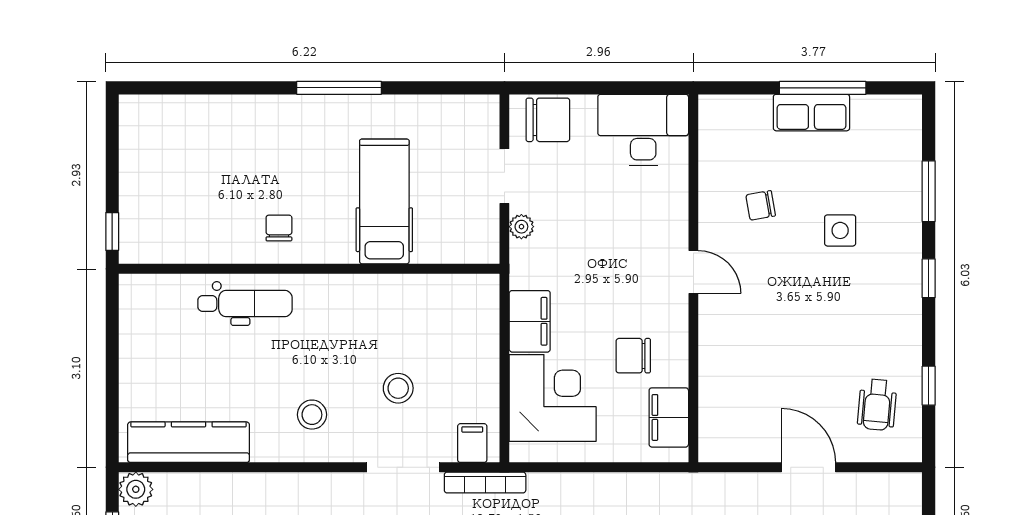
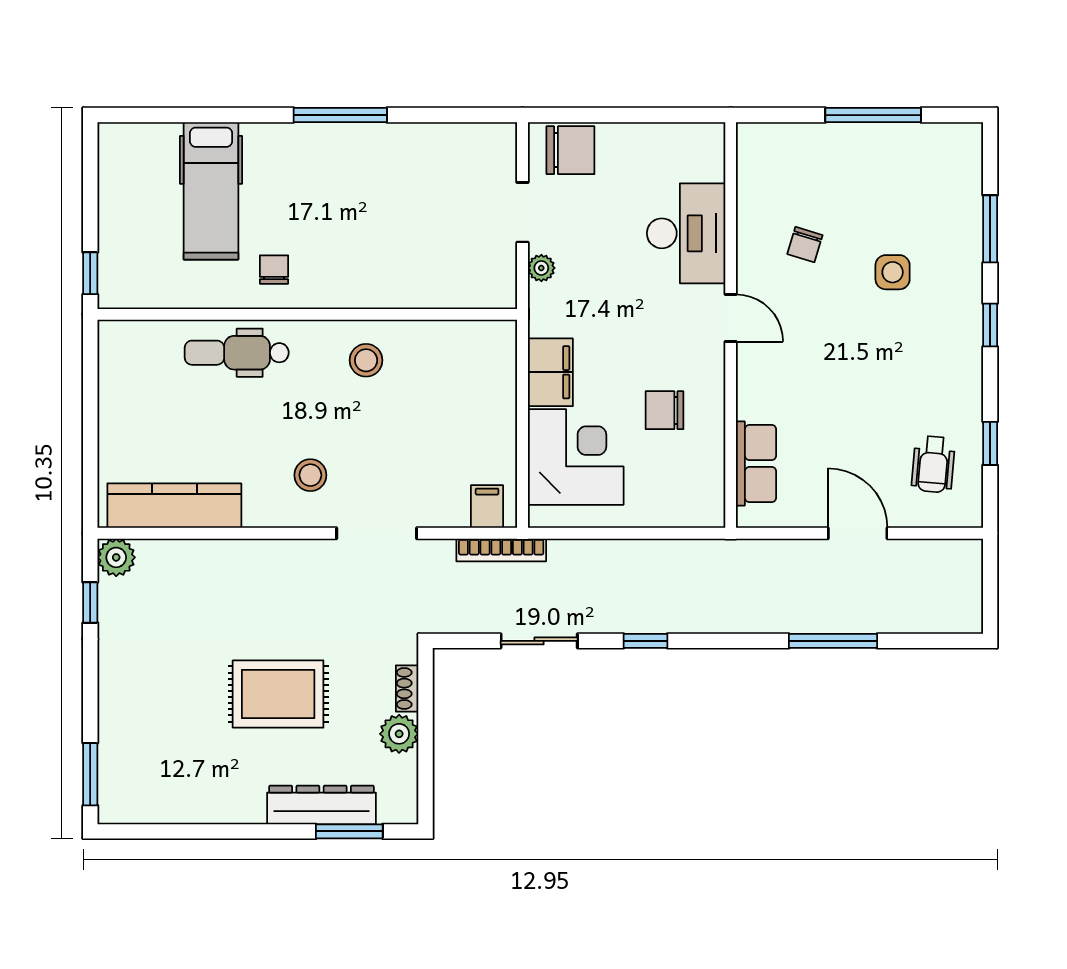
row of seats: (811, 113) -> (756, 464), moved, turned -90
desk: (643, 130) -> (686, 233), moved, turned 90
hospital bed: (384, 202) -> (211, 191), moved, turned 180
chair: (761, 205) -> (805, 245), turned -63
dental chair: (245, 304) -> (237, 353), turned 180
stool: (398, 388) -> (366, 360), moved
filing cabinet: (669, 417) -> (704, 478), removed
doorway: (403, 467) -> (377, 533), moved

